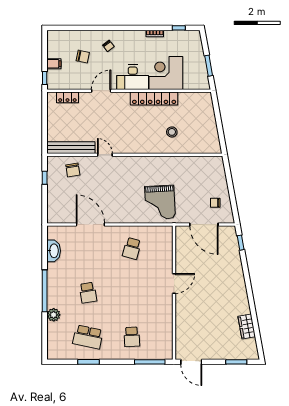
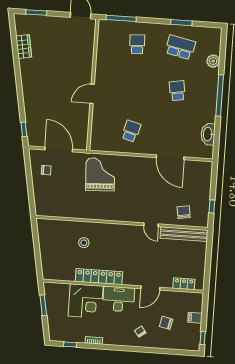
window: (45, 78) -> (203, 338), moved
plant: (54, 315) -> (213, 61), moved

